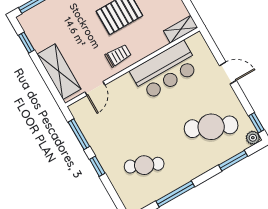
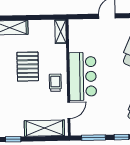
bar counter: (165, 70) -> (83, 76), moved
door: (95, 88) -> (69, 110), hinge flipped

